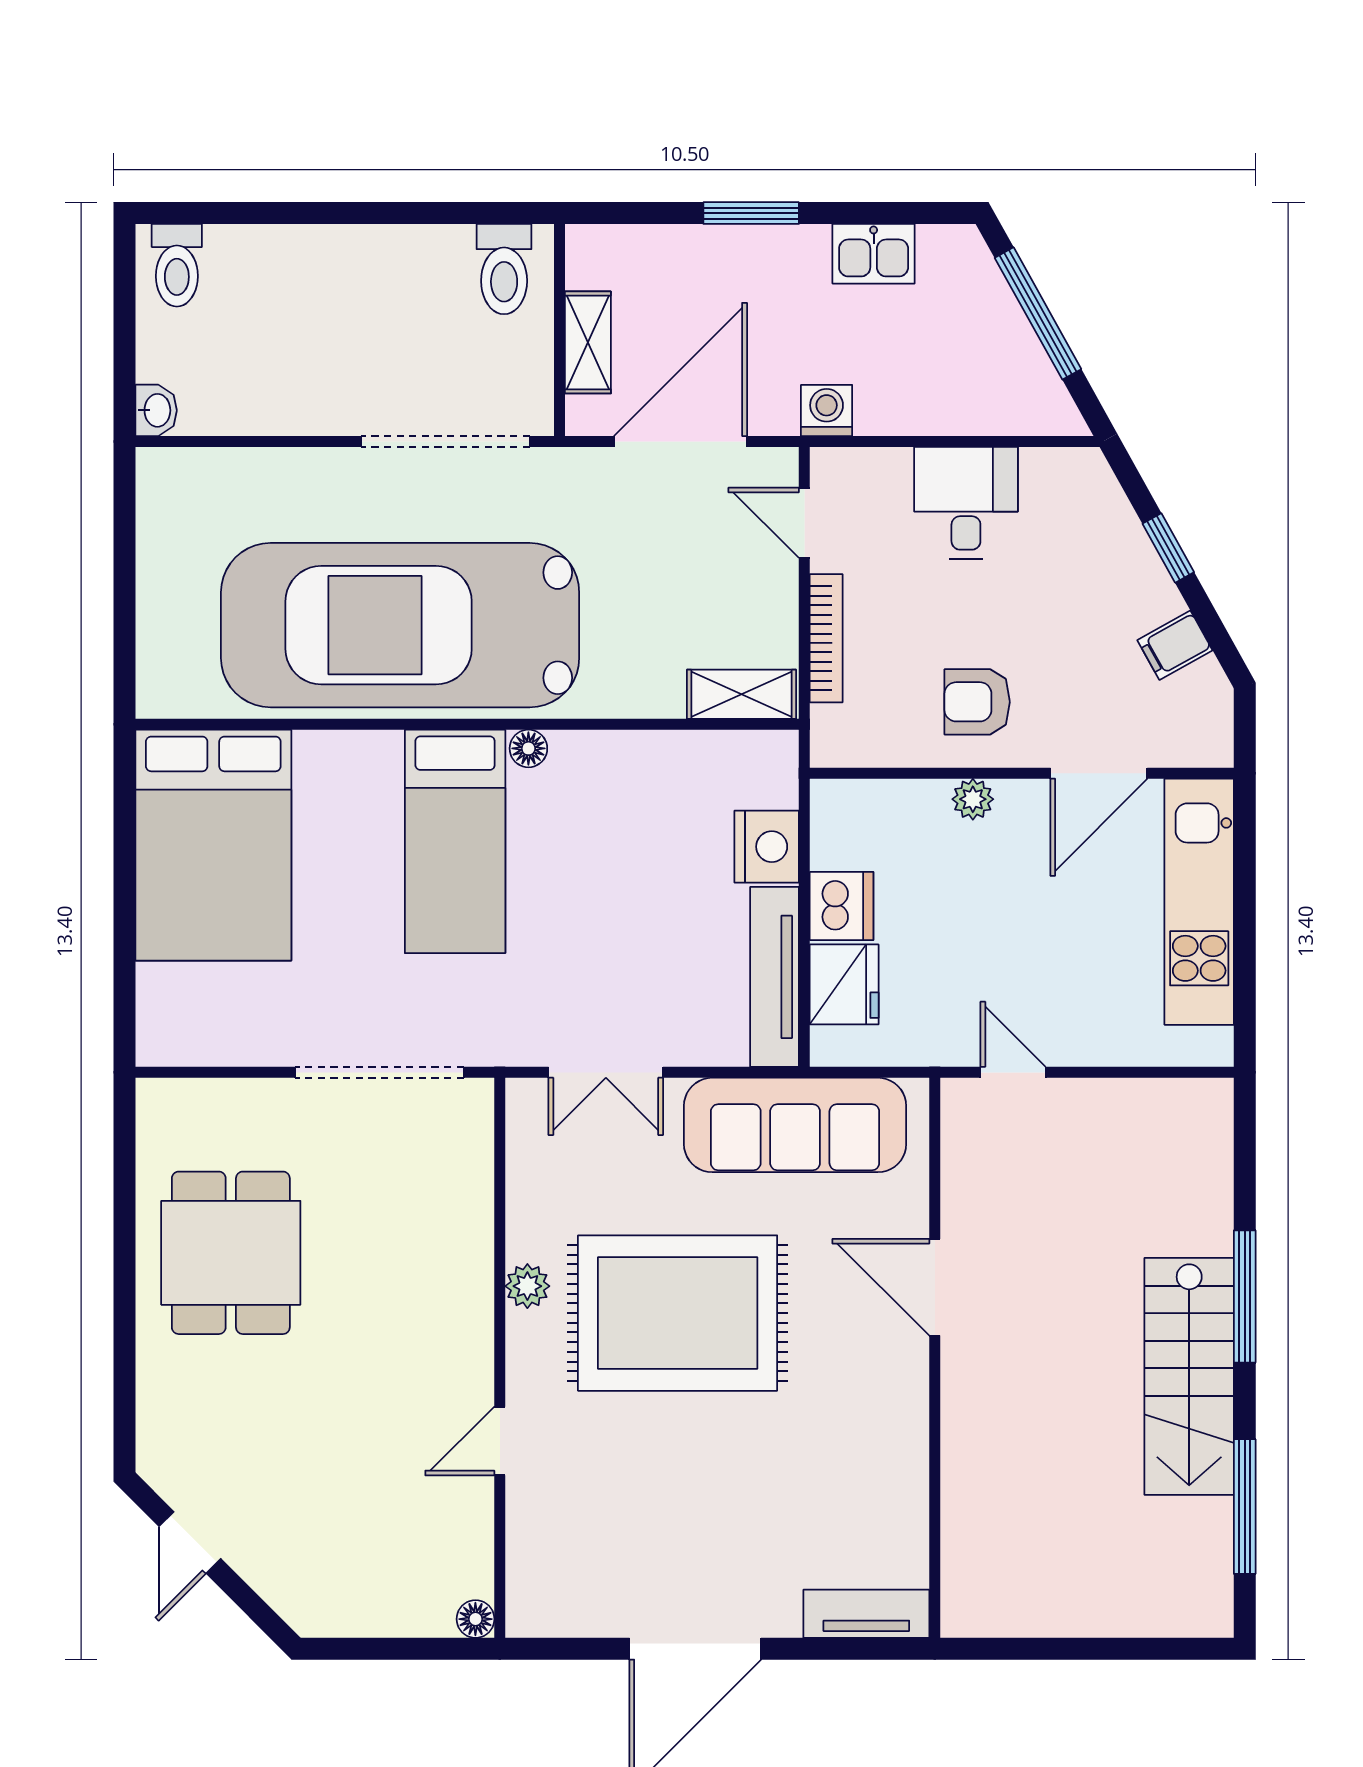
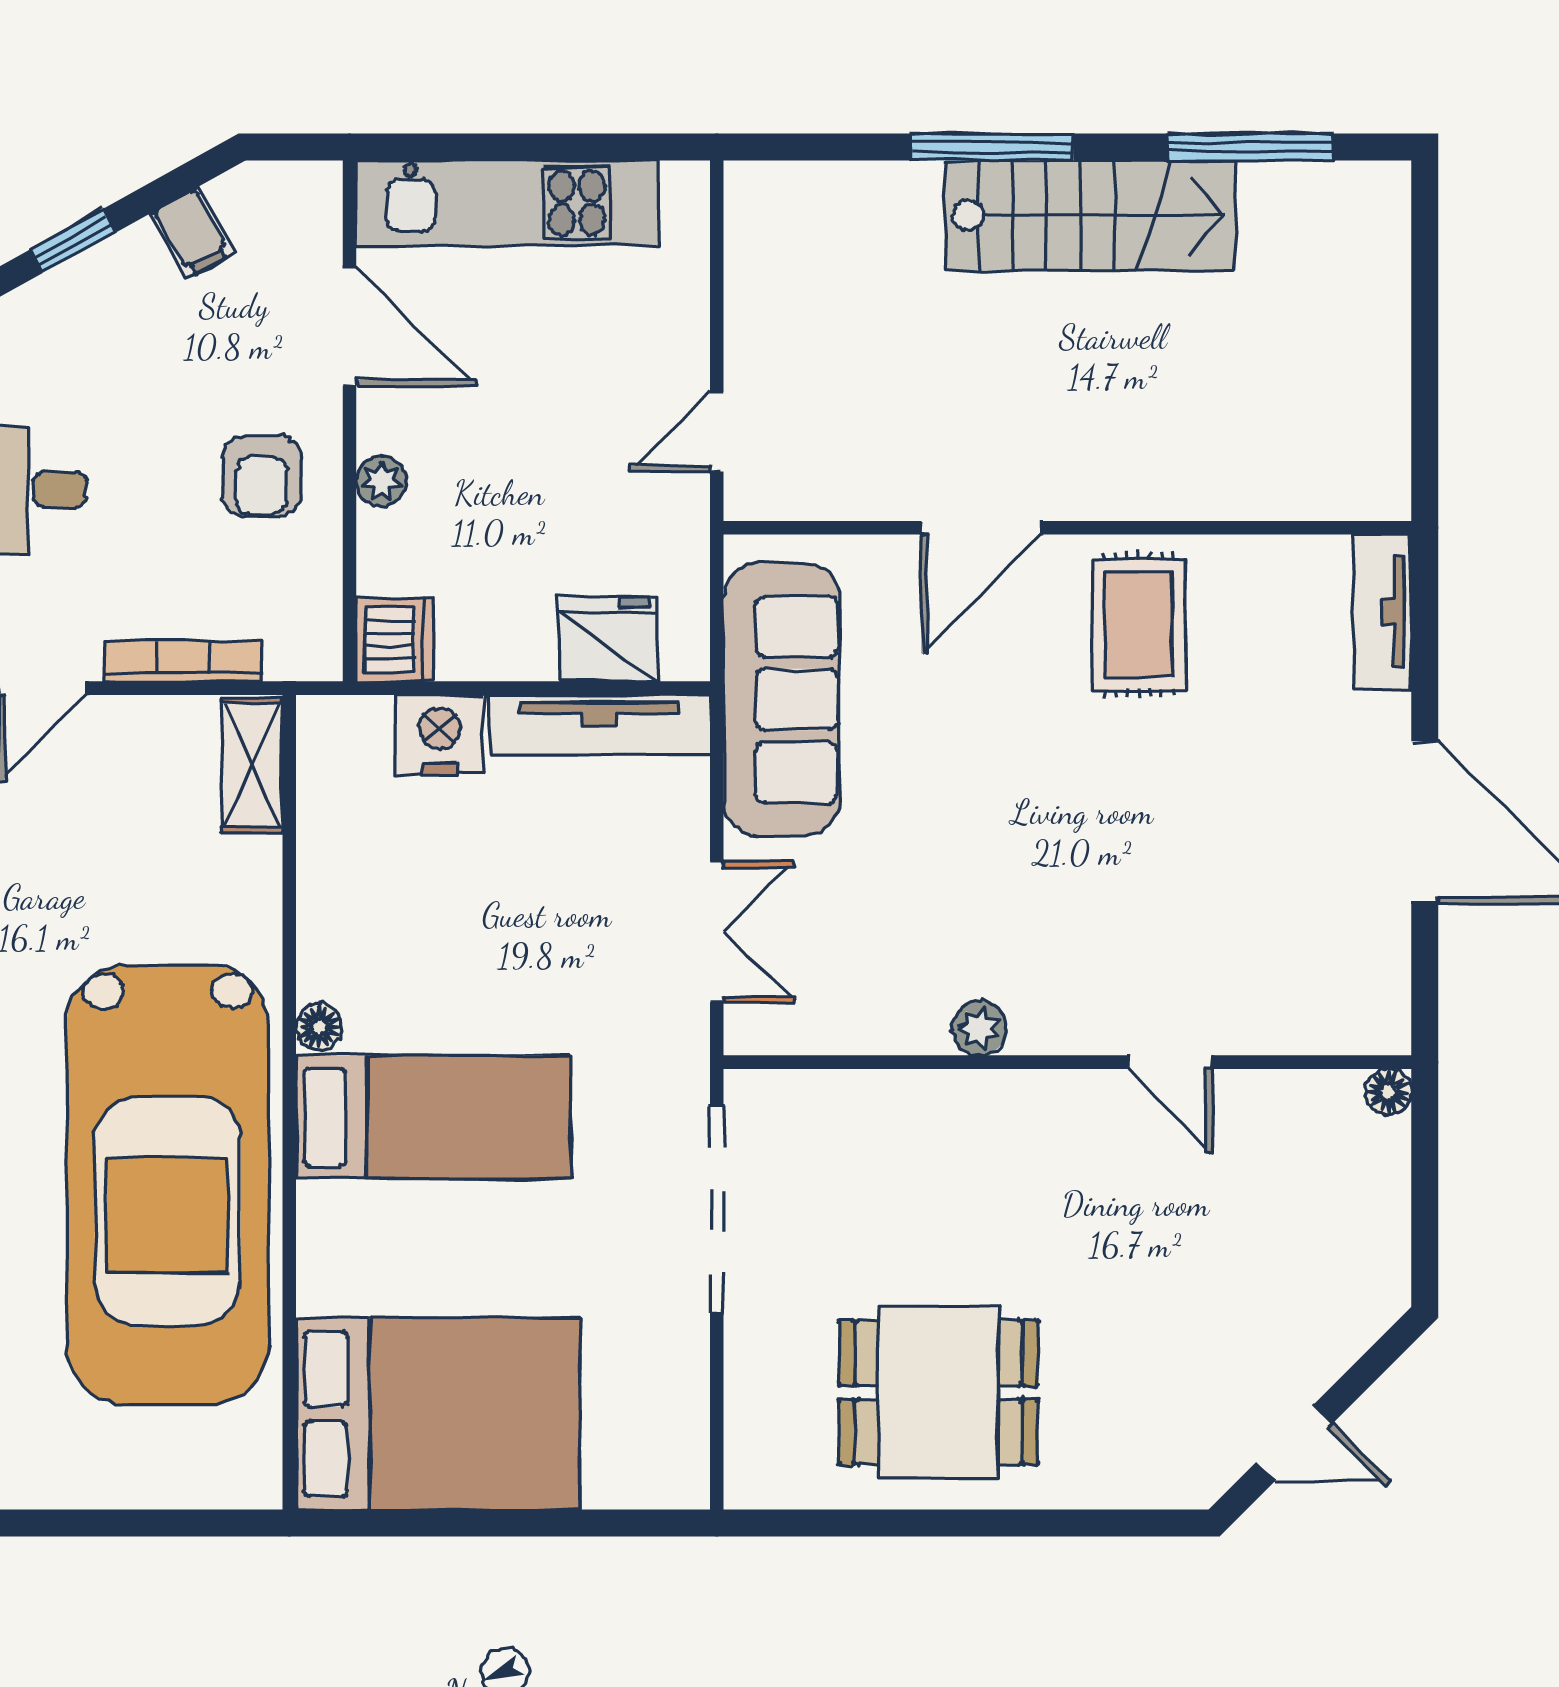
dishwasher: (842, 906) -> (395, 640), moved, turned 90
rug: (678, 1313) -> (1139, 624), moved, width x0.54, depth x0.49

